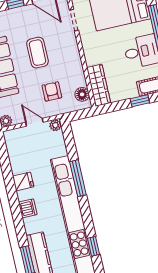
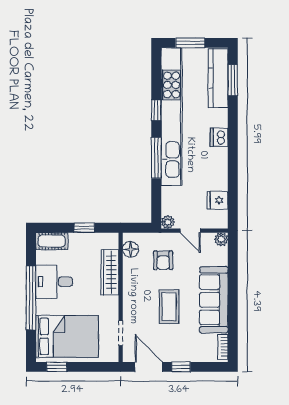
wardrobe: (99, 85) -> (110, 272), moved
window: (140, 101) -> (84, 228), moved
fridge: (23, 181) -> (217, 200), moved
window: (93, 246) -> (156, 110), moved

